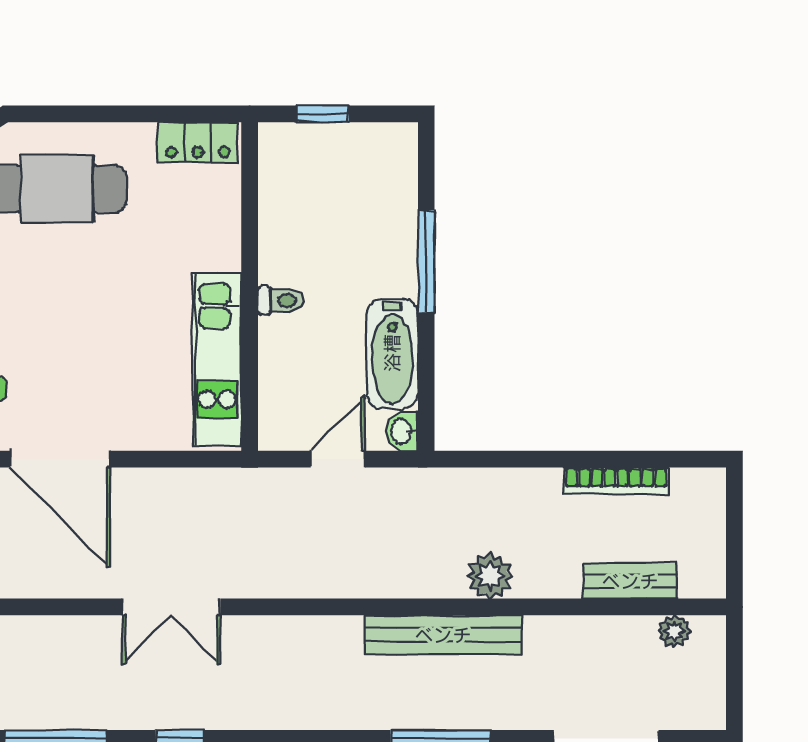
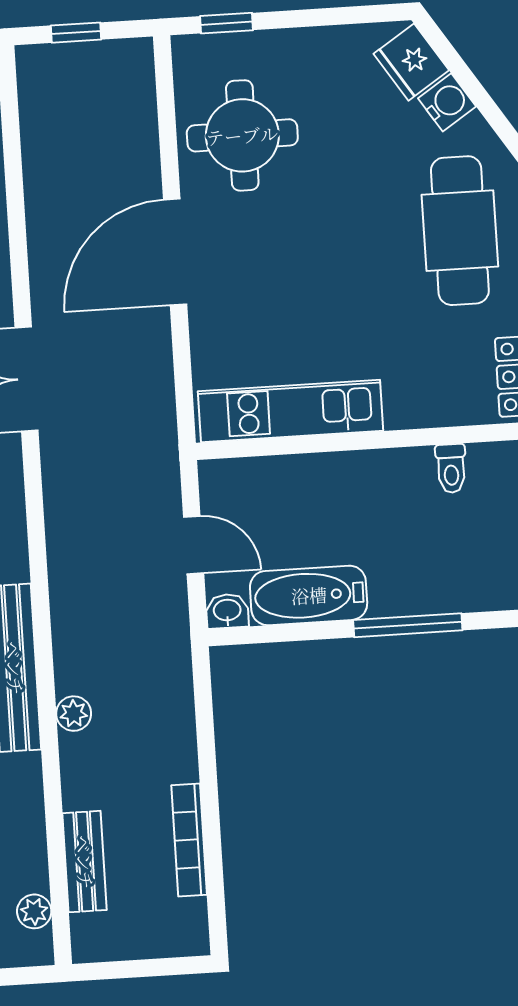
toilet: (281, 300) -> (451, 468), moved
plant: (490, 576) -> (74, 714), width x0.73, depth x0.73

